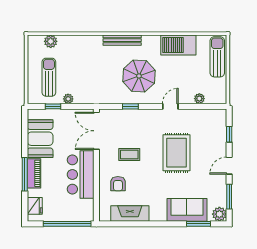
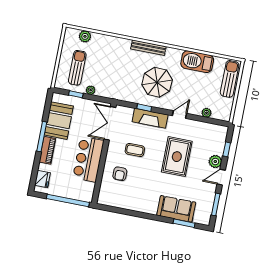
window: (25, 174) -> (42, 137), moved
fireplace: (130, 214) -> (150, 118), moved, turned 180
plant: (219, 214) -> (215, 162), moved

